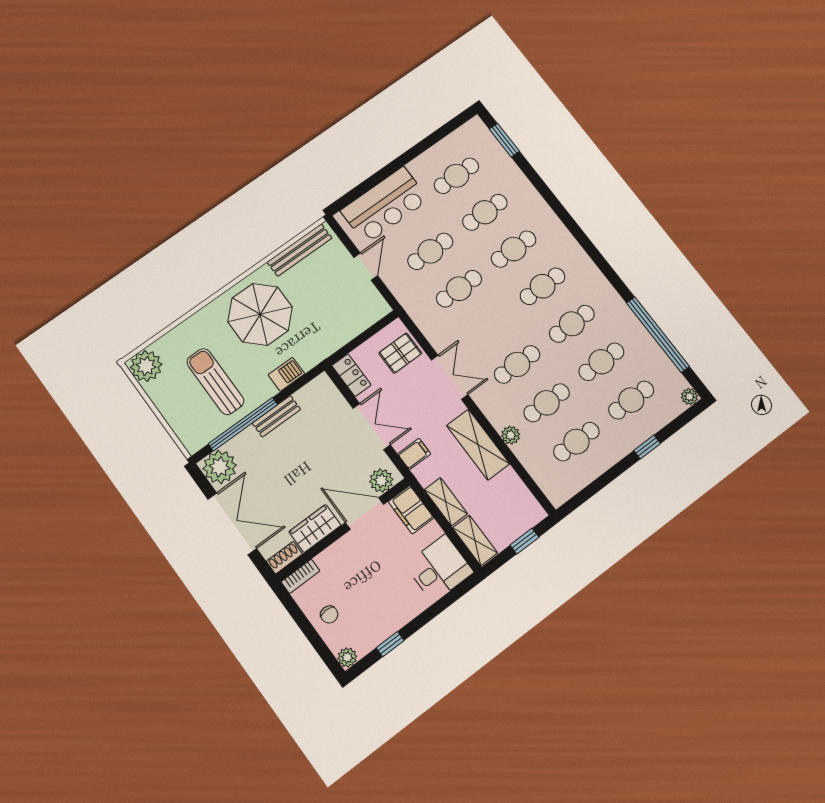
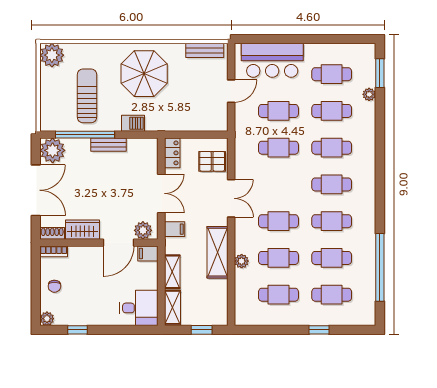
bench: (300, 250) -> (205, 50), width x0.73
plant: (690, 397) -> (369, 94), moved
filing cabinet: (411, 510) -> (148, 253), width x0.50
door: (365, 513) -> (119, 243), swing flipped

